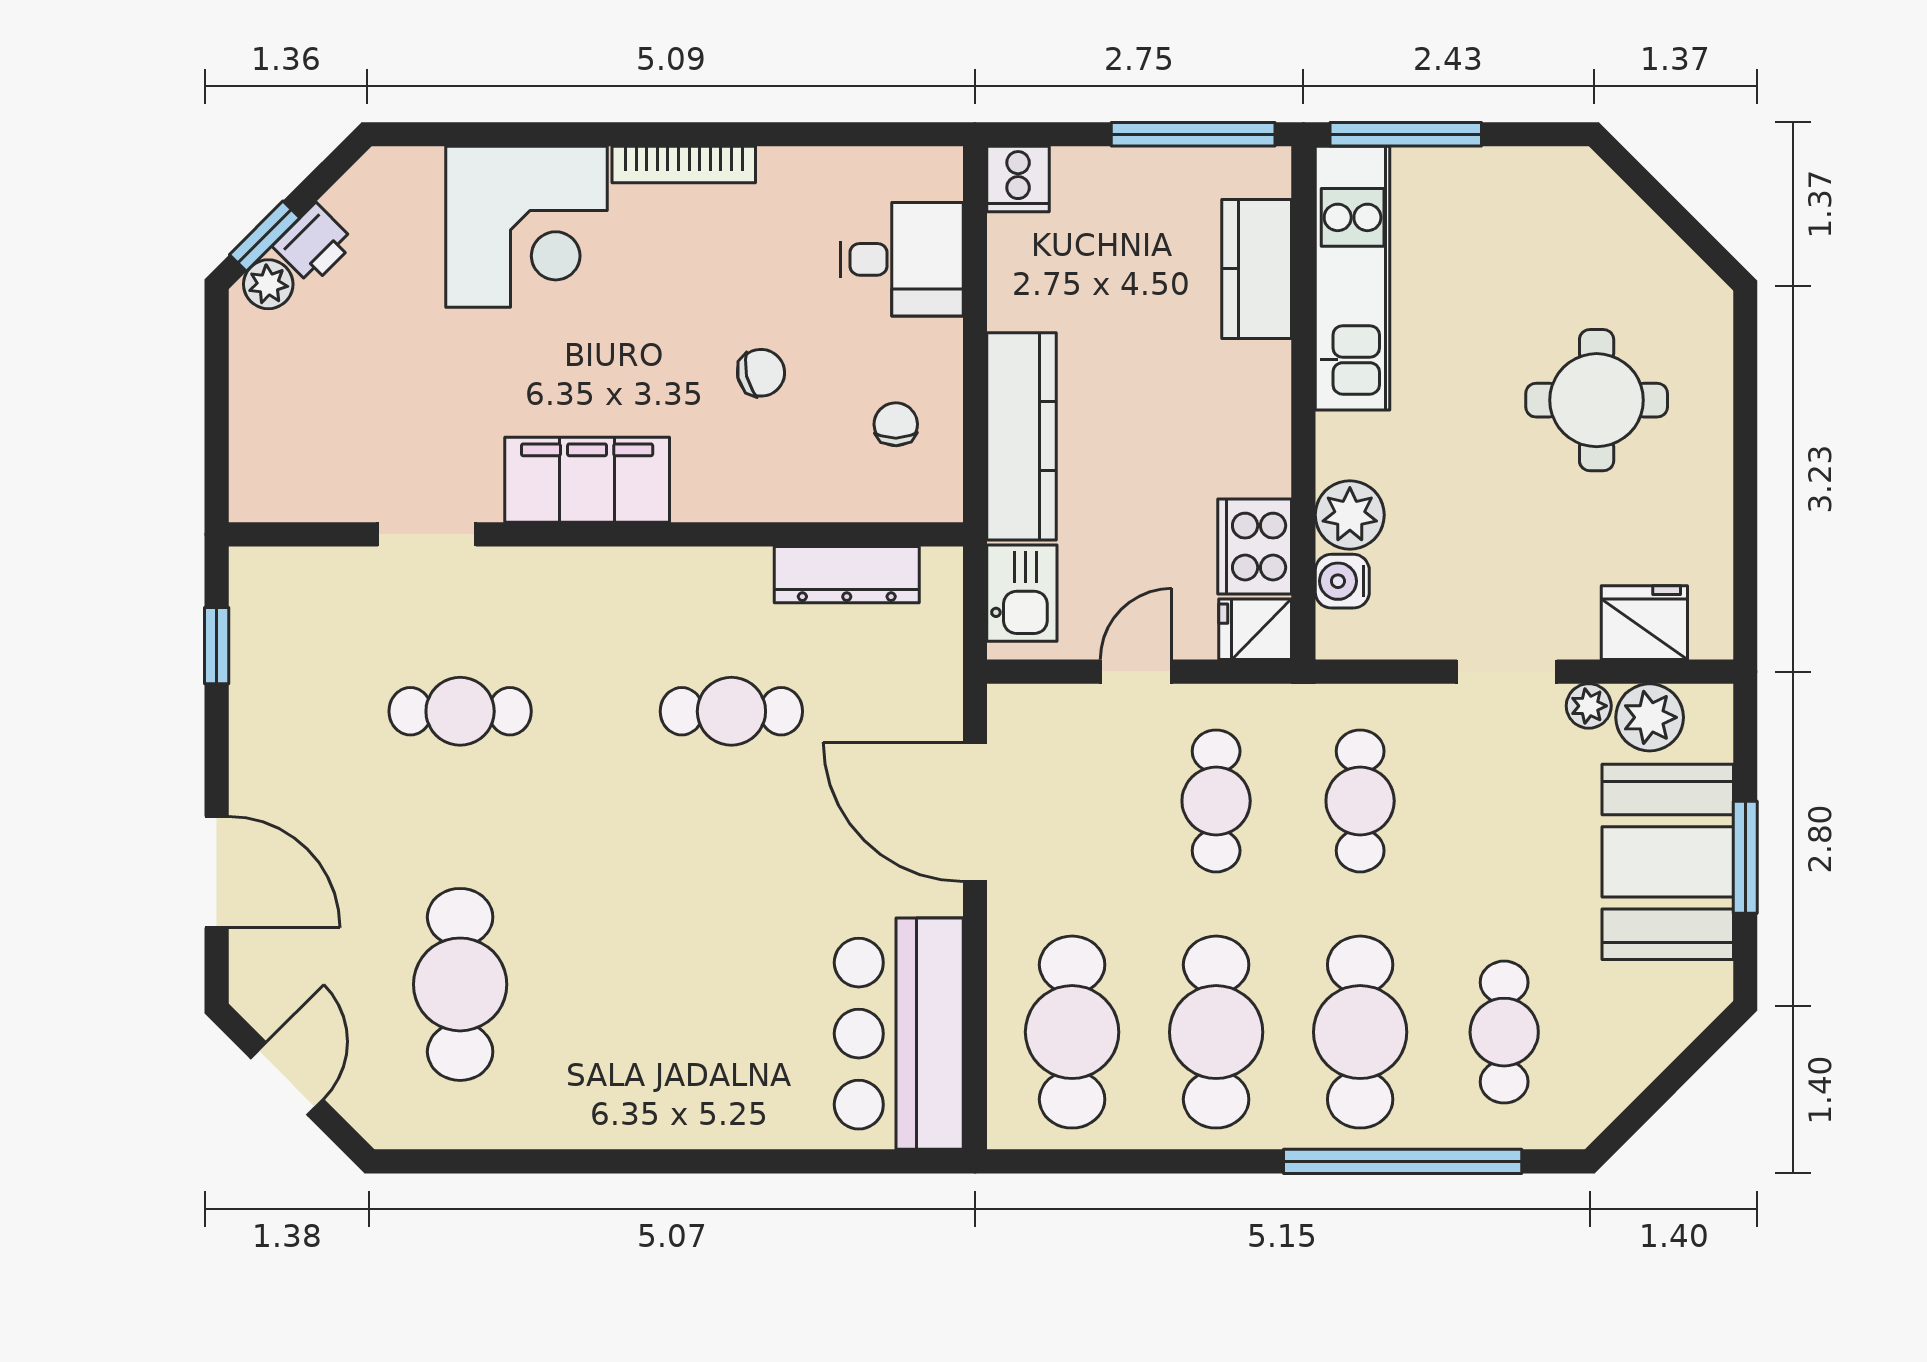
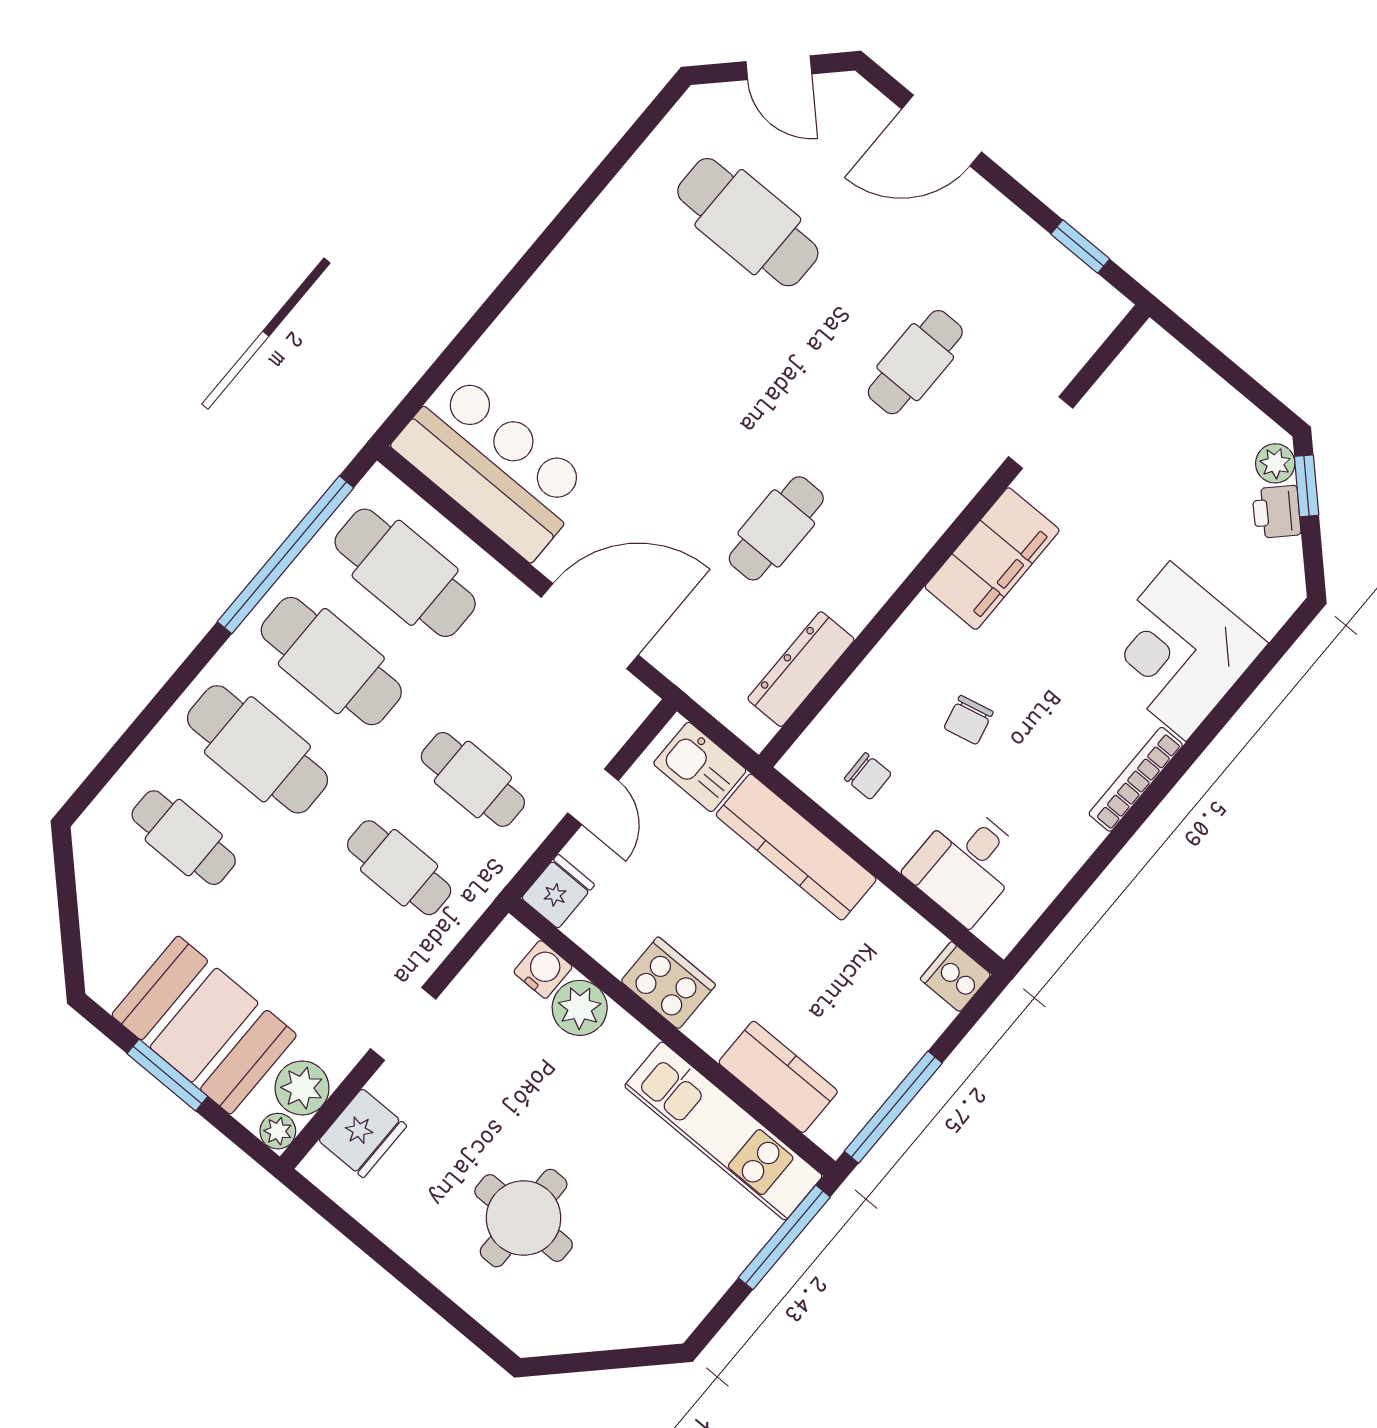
cooker: (1255, 547) -> (668, 983), moved
plant: (1589, 706) -> (278, 1131), moved
window: (1403, 1161) -> (286, 555), moved

